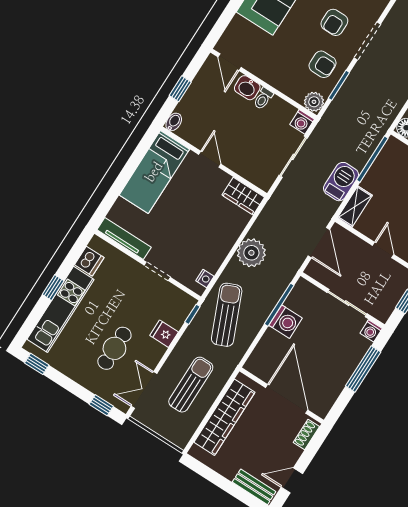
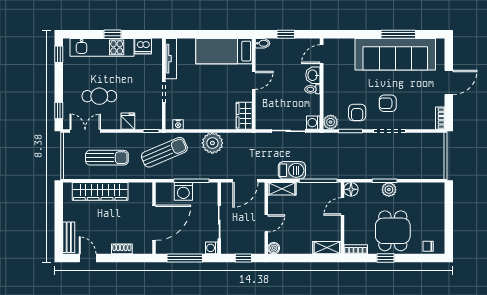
wall: (282, 396) -> (154, 218), moved
door: (287, 399) -> (154, 223), moved

